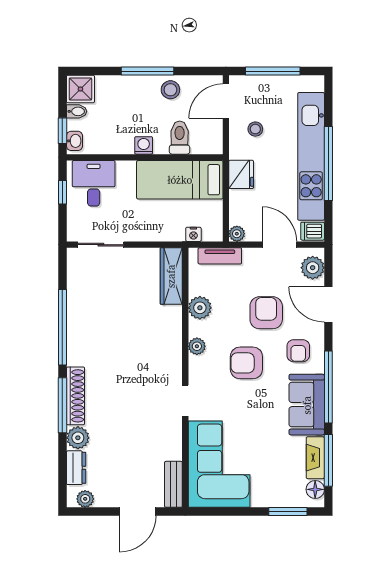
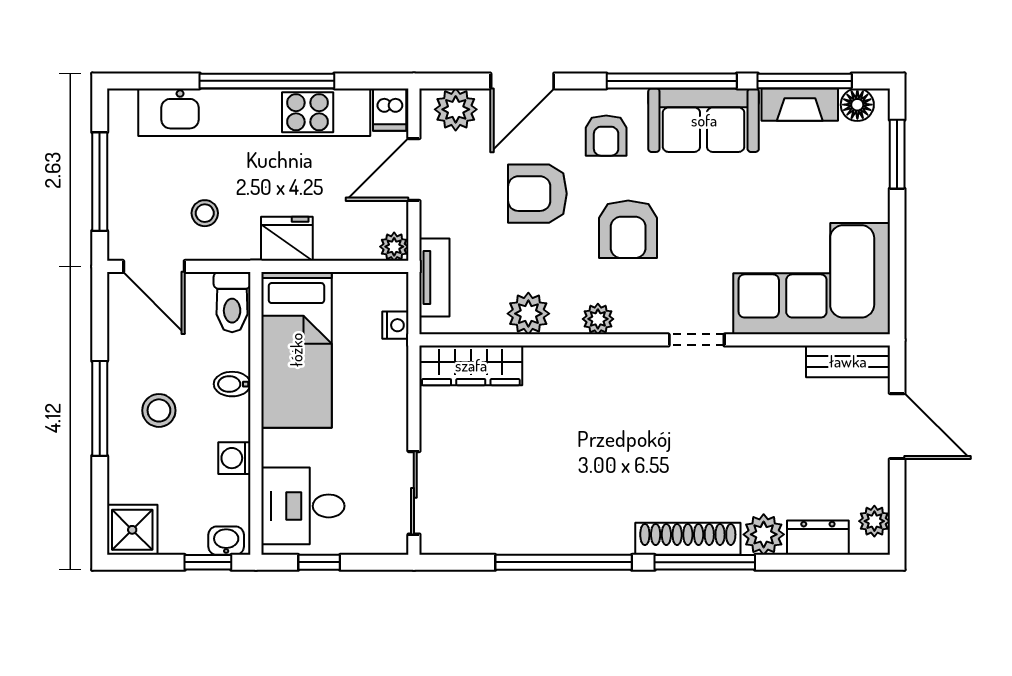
stool: (170, 90) -> (159, 410), moved
bidet: (77, 111) -> (232, 384), moved, turned -90
toilet: (180, 138) -> (232, 302), moved, turned -90
washing machine: (144, 145) -> (234, 458), moved
armchair: (298, 351) -> (606, 136), turned 90

